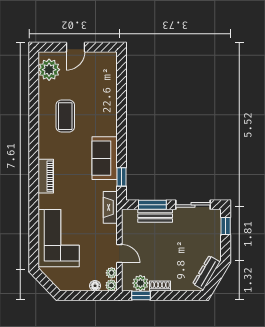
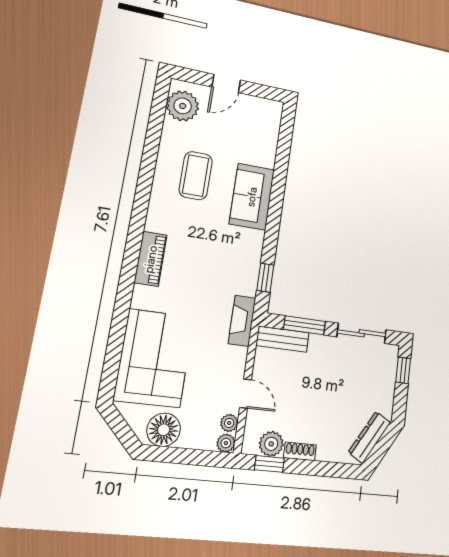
sofa: (105, 158) -> (252, 197), moved
bench: (155, 216) -> (283, 339), moved
floor lamp: (95, 286) -> (164, 430), moved, width x1.89, depth x1.89

